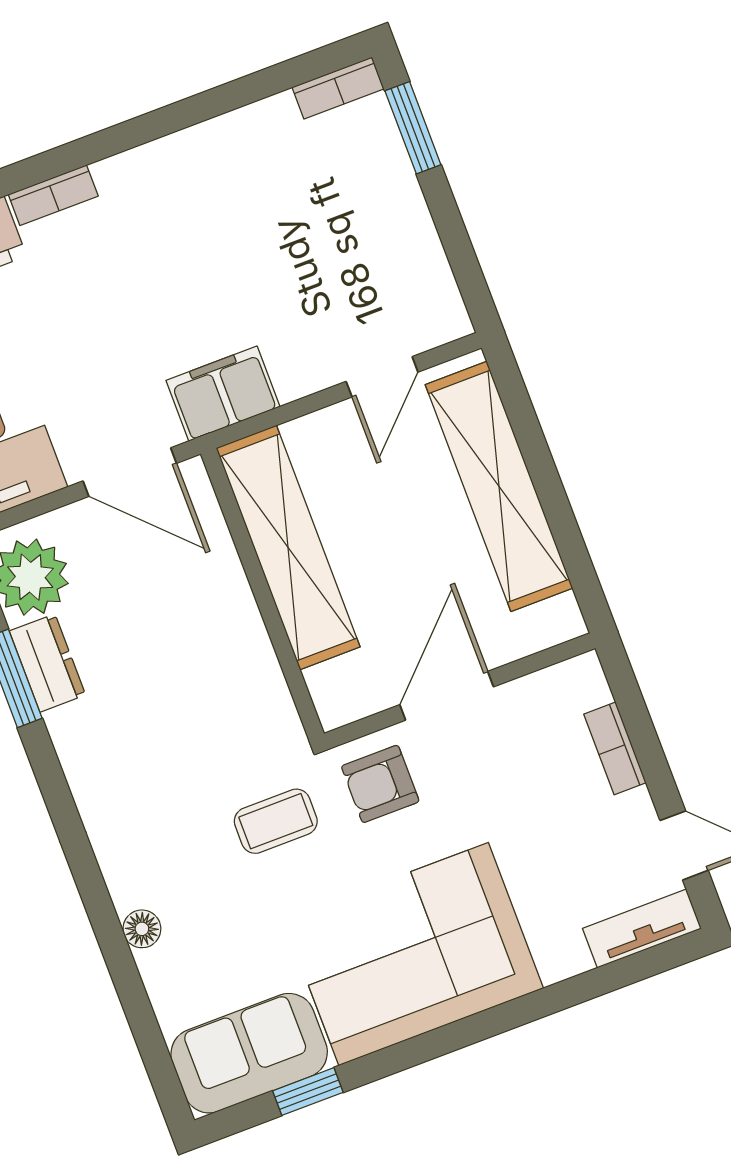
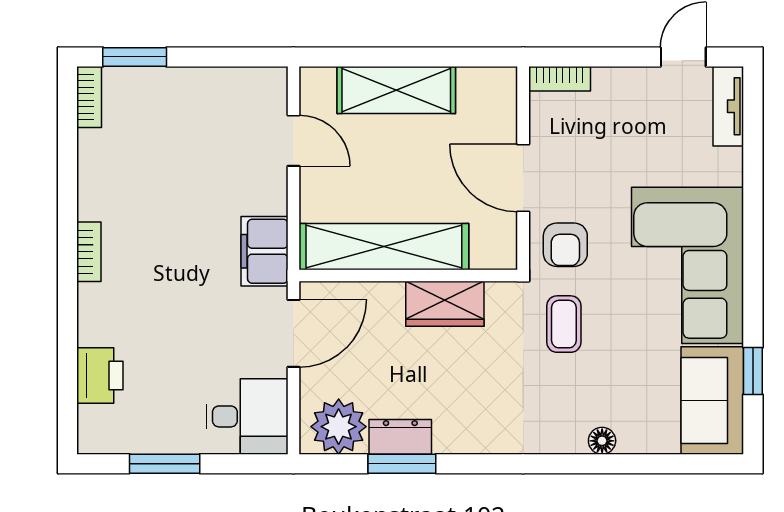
bookcase: (53, 195) -> (89, 252), moved
shelving: (499, 486) -> (396, 90), width x0.68
wardrobe: (244, 656) -> (445, 304), added
bookcase: (615, 748) -> (560, 79), moved

